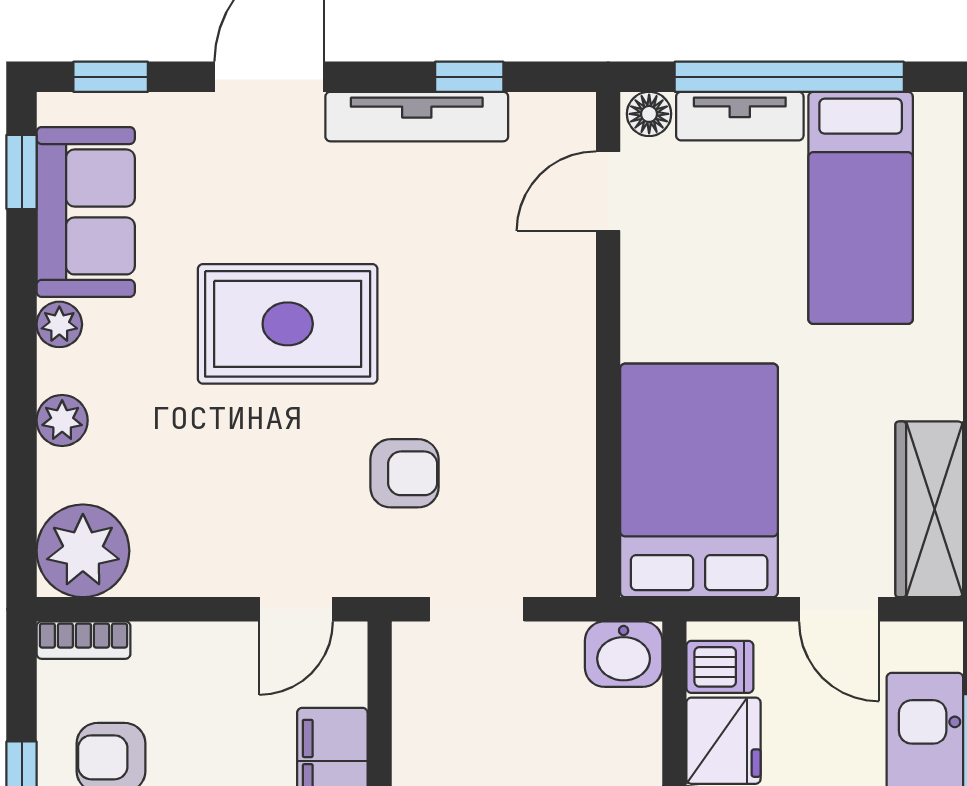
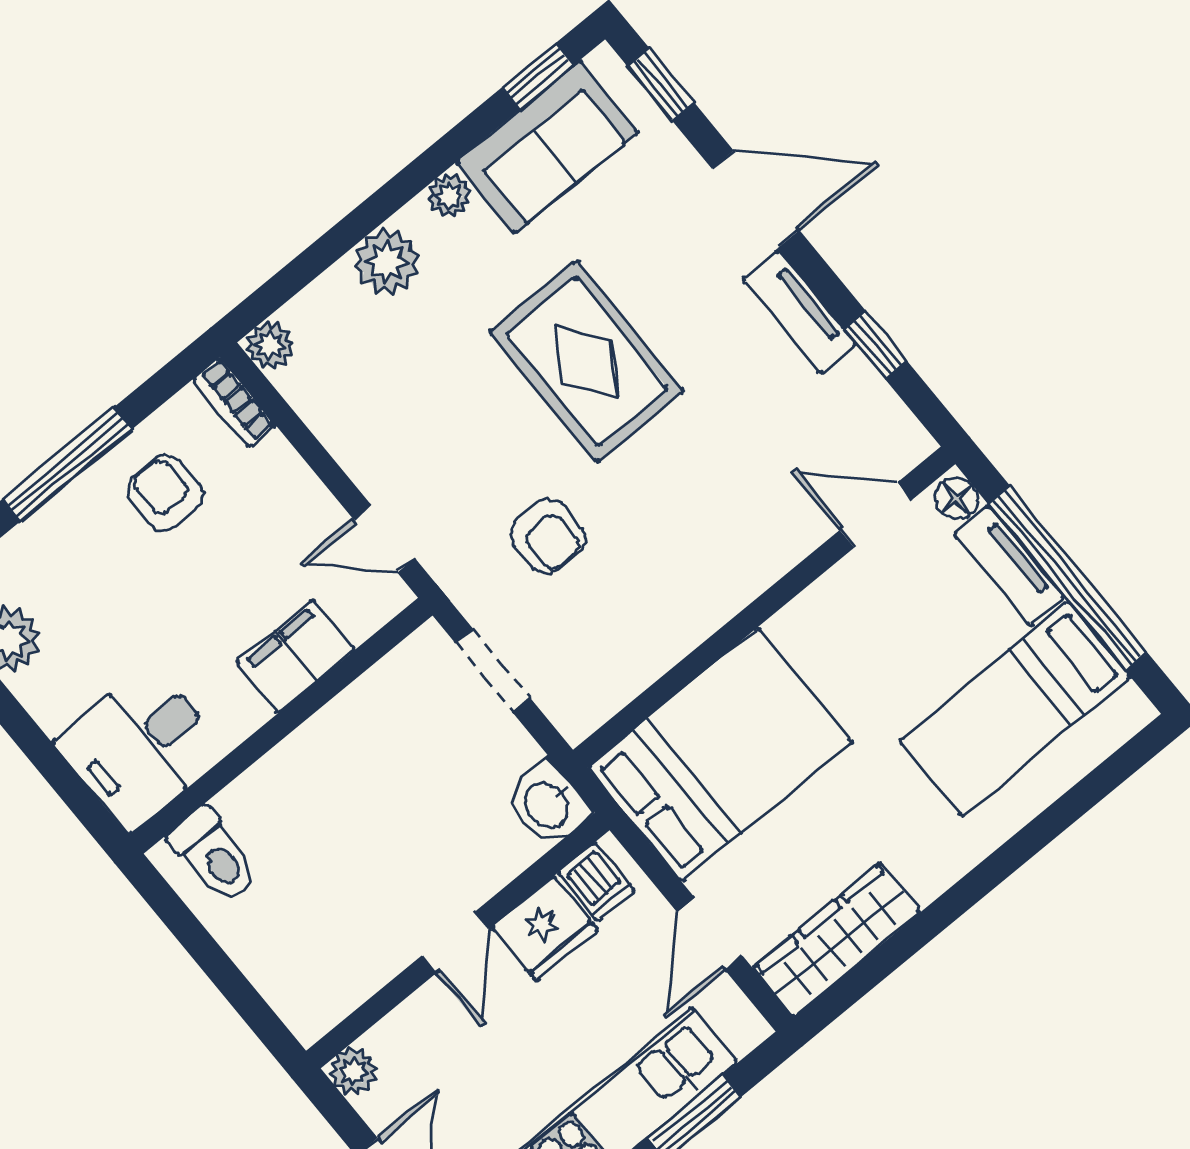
tv unit: (417, 117) -> (799, 312), width x0.71
plant: (62, 420) -> (387, 262), width x1.38, depth x1.38
plant: (83, 551) -> (270, 346), width x0.53, depth x0.53

